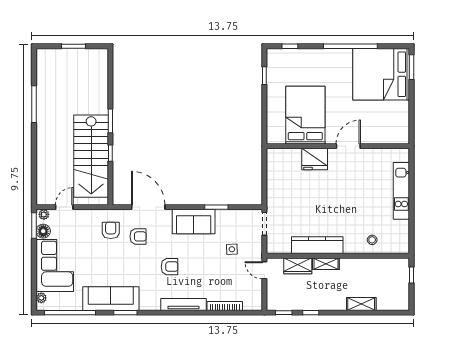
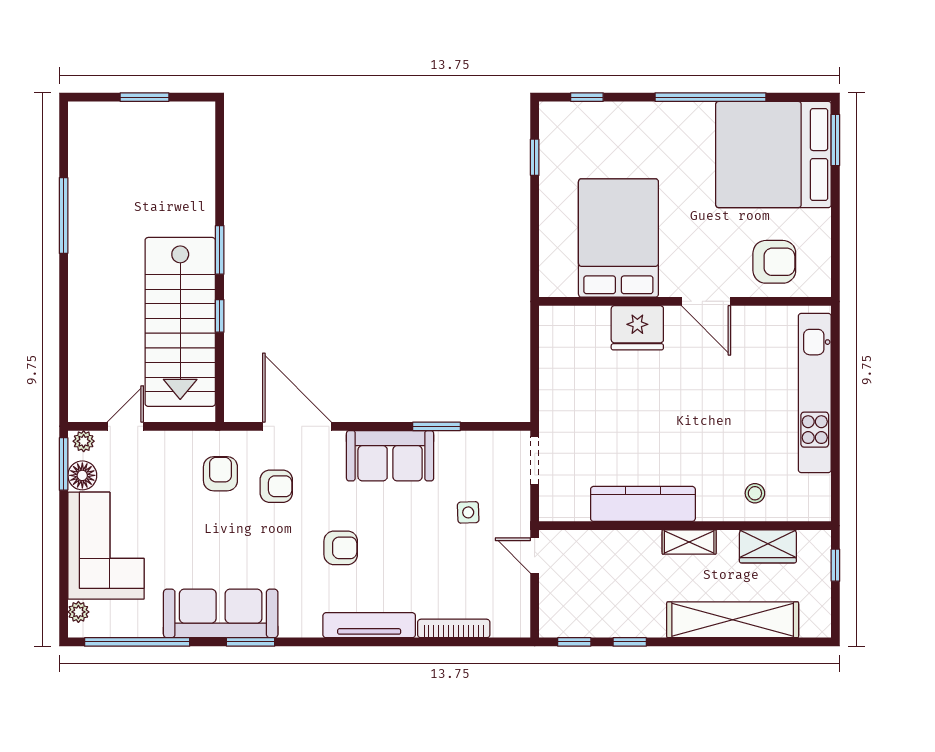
armchair: (382, 127) -> (774, 262), added
door: (348, 146) -> (706, 301), swing flipped
kitchen unit: (401, 191) -> (815, 393), width x1.36
shelving: (326, 264) -> (689, 542), moved
wardrobe: (298, 266) -> (768, 546), moved
shelving: (361, 304) -> (733, 620), width x2.20, depth x1.33

